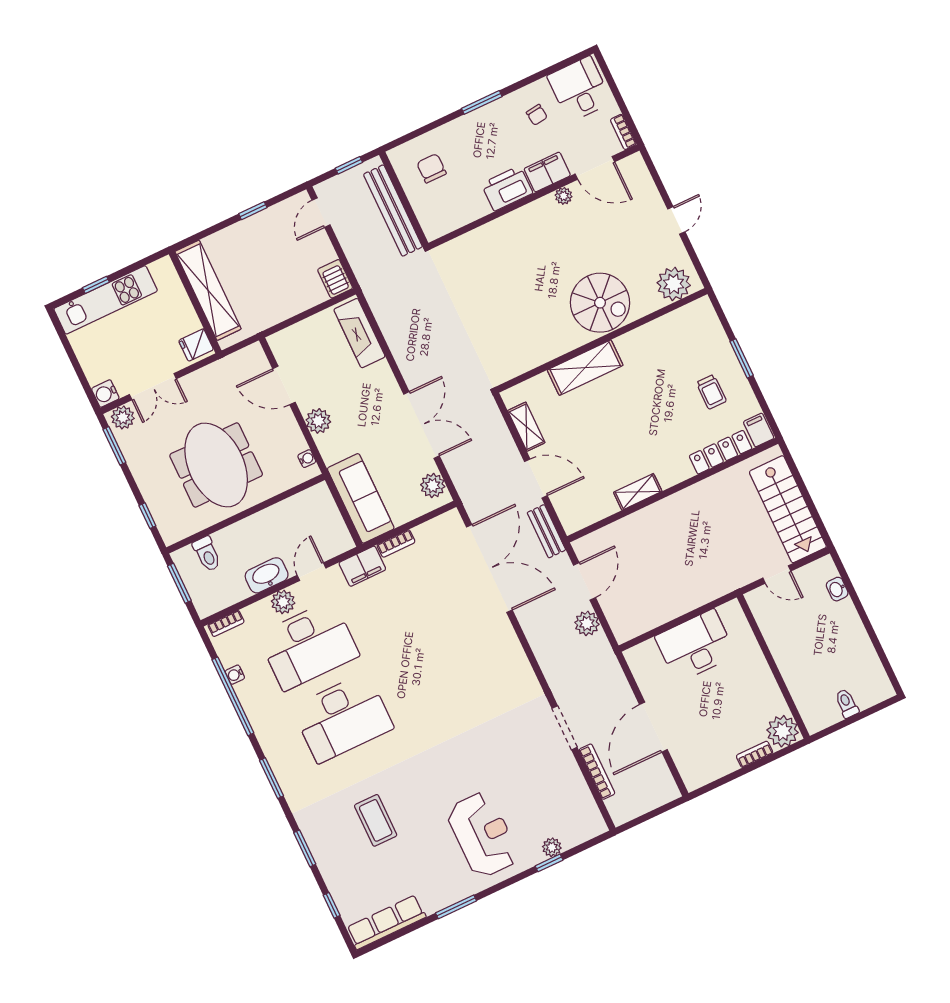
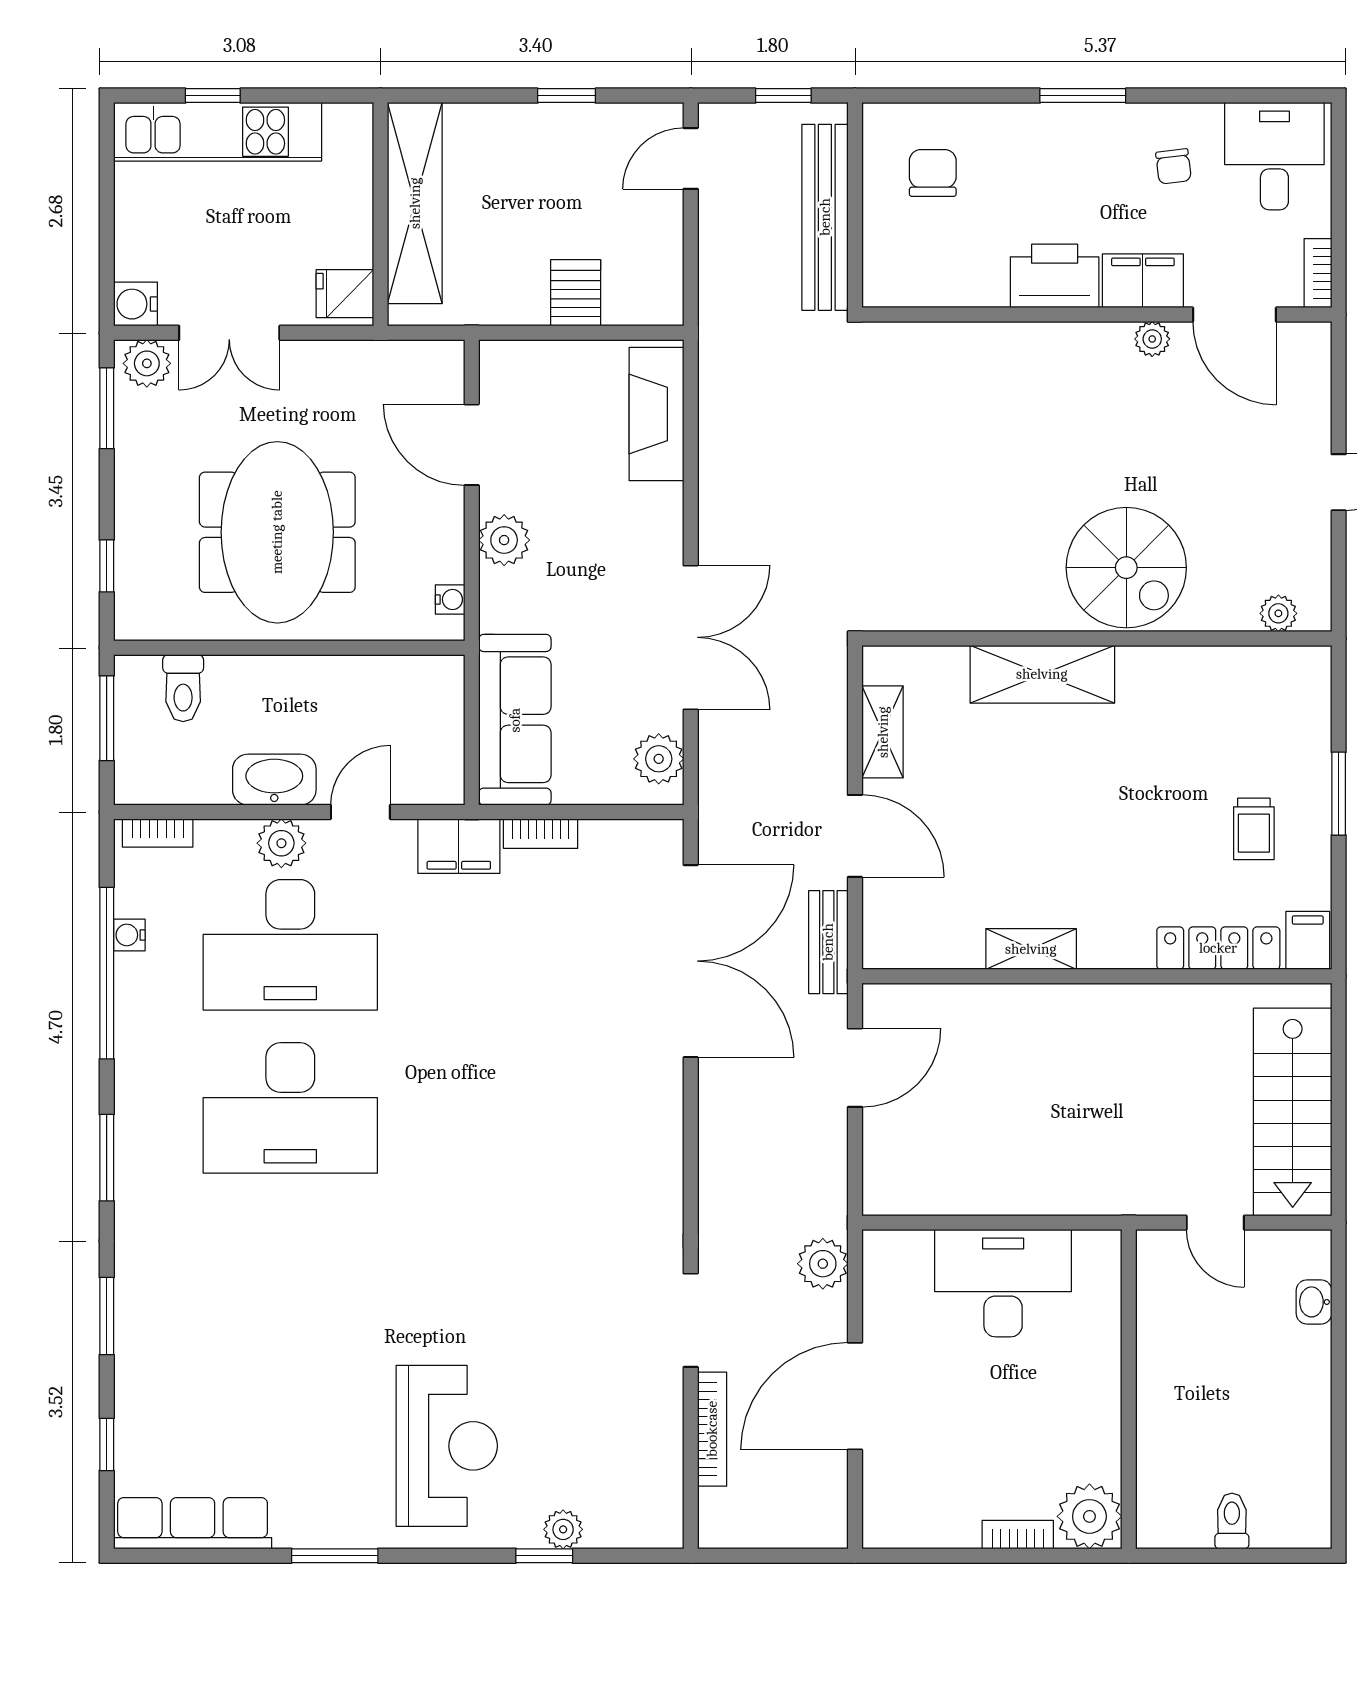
server rack: (335, 279) -> (576, 293), moved
plant: (674, 284) -> (1278, 613), width x0.53, depth x0.53
plant: (587, 623) -> (823, 1264), moved
coffee table: (376, 820) -> (262, 1326), removed

